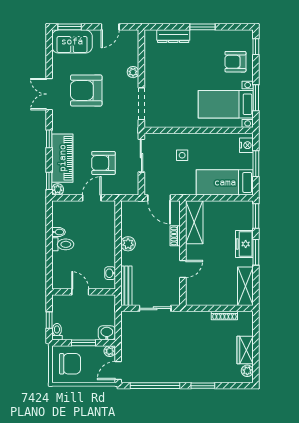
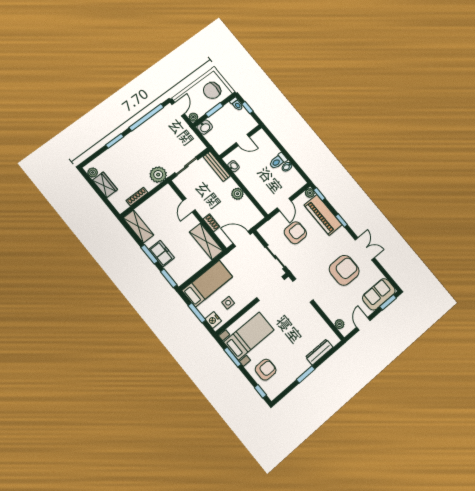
plant: (133, 72) -> (339, 324), moved
doorway: (170, 130) -> (271, 289), added
side table: (182, 155) -> (228, 303), moved
plant: (188, 321) -> (158, 175), added

